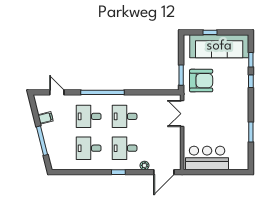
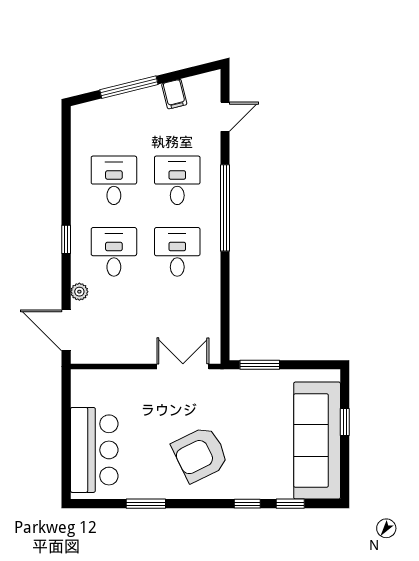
armchair: (201, 81) -> (200, 454), moved, turned 64
bar counter: (207, 158) -> (94, 450), moved

